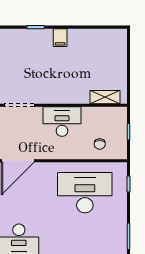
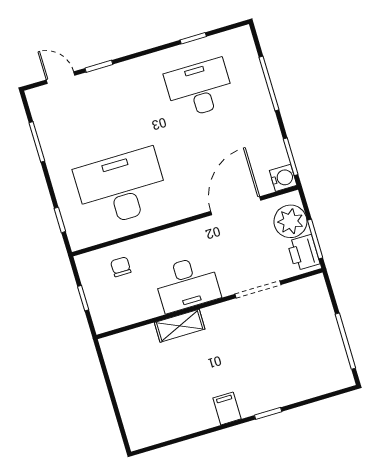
shelving: (105, 97) -> (180, 326), moved
desk: (85, 193) -> (121, 188), turned 180

